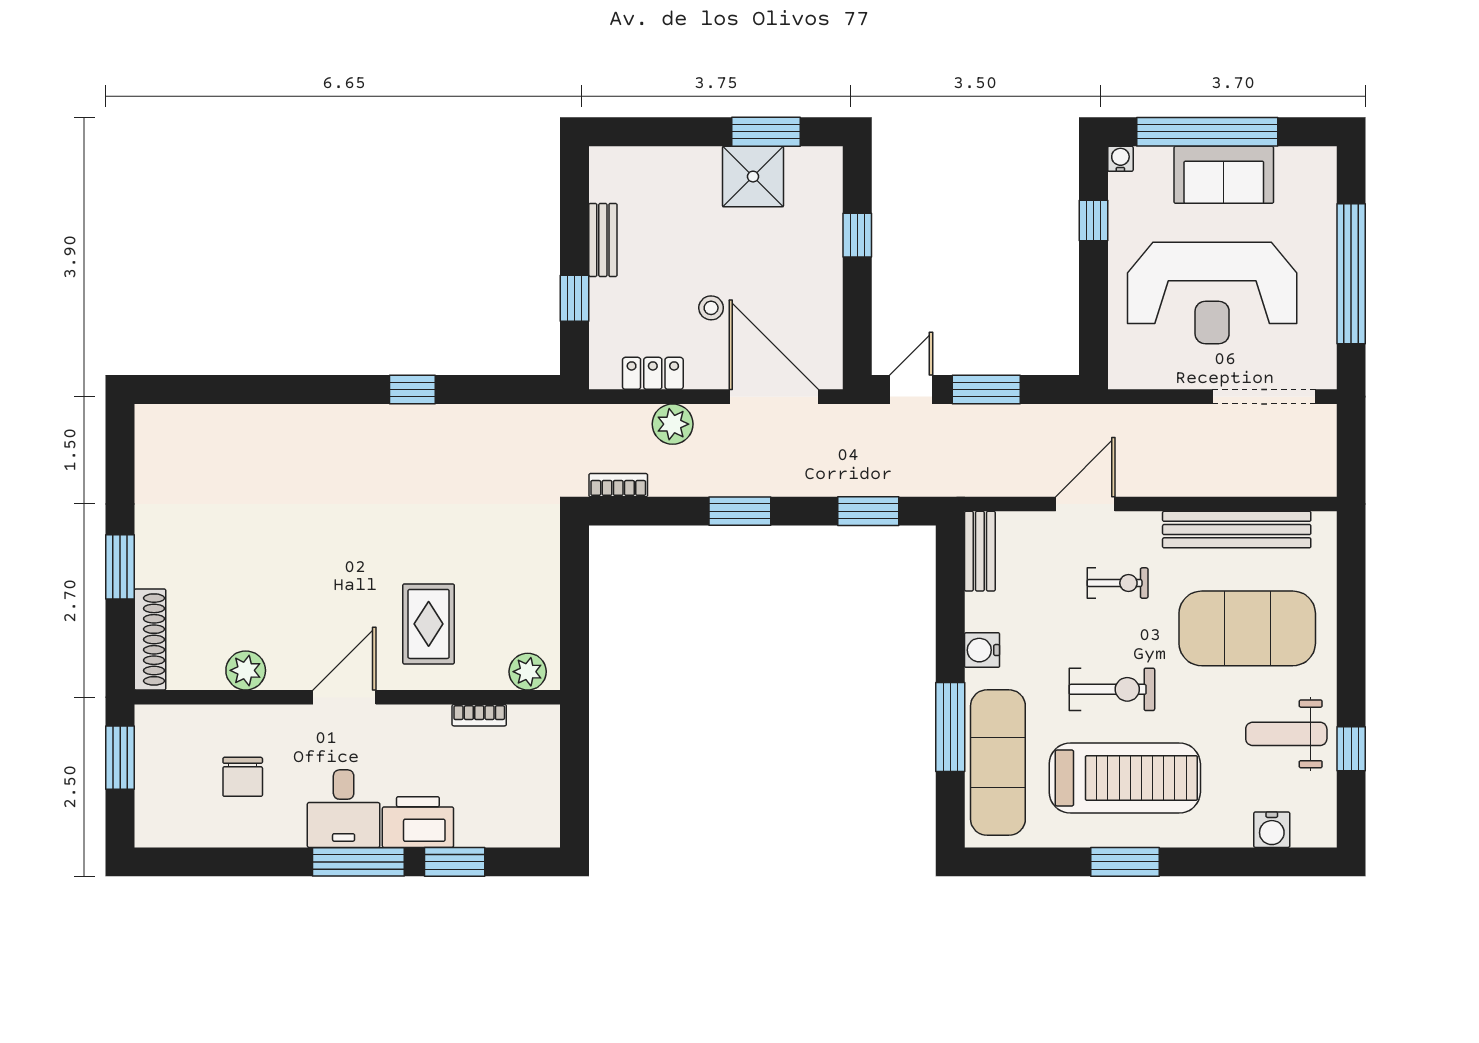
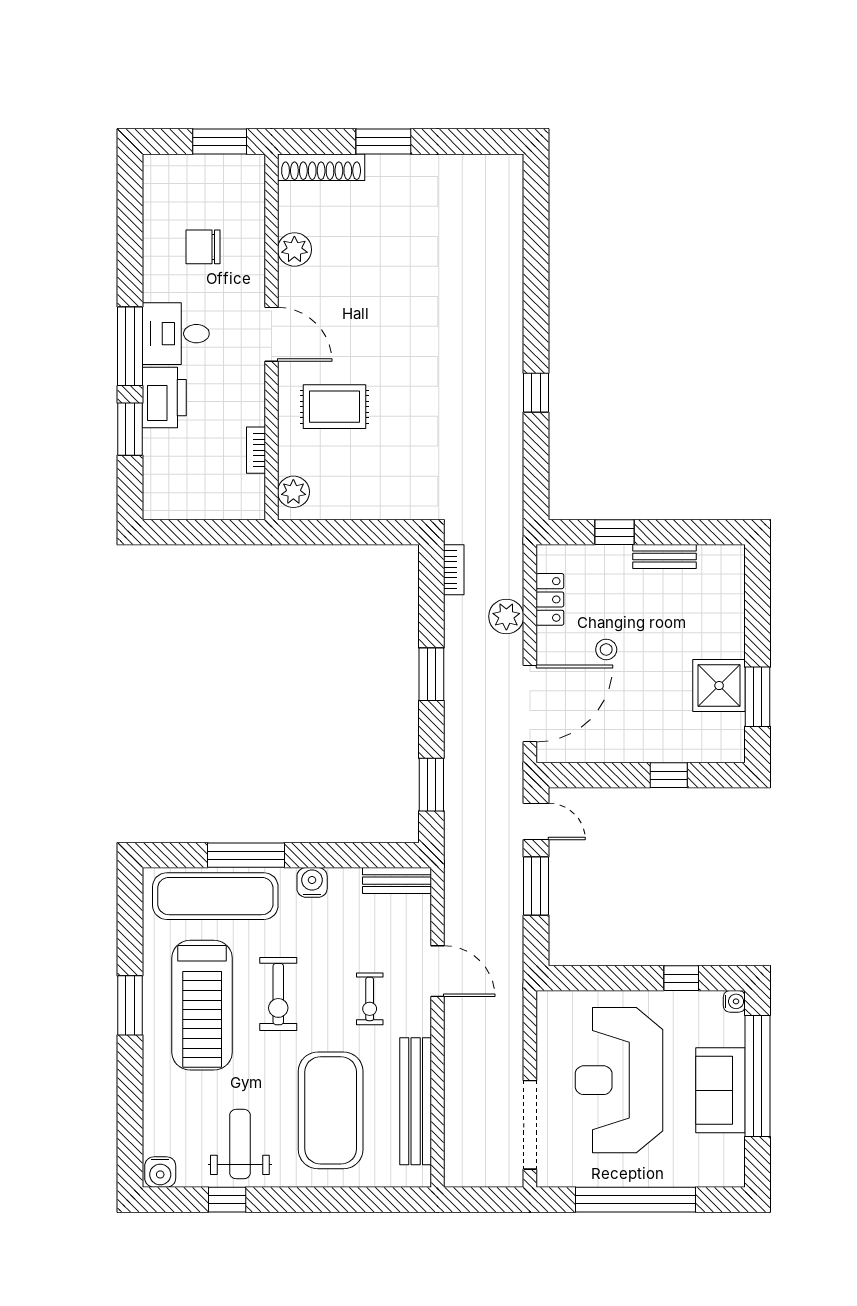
water cooler: (1272, 830) -> (160, 1172), moved, turned -90

